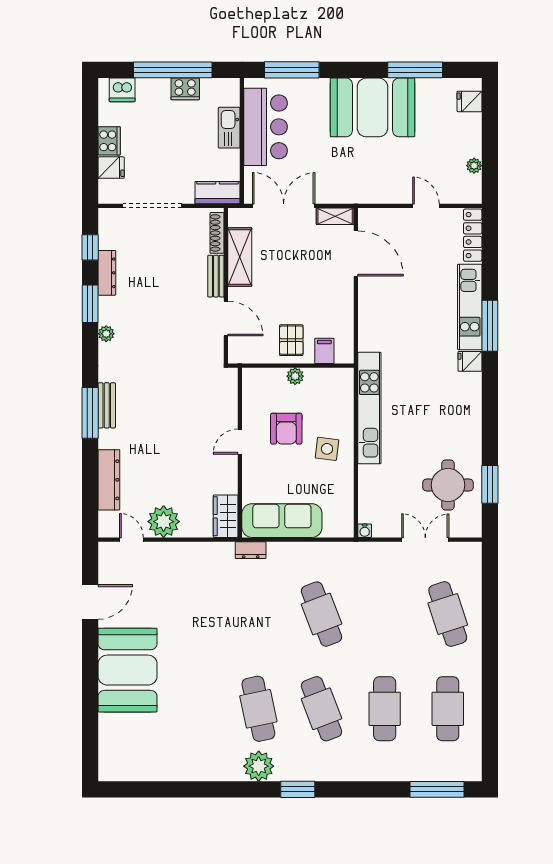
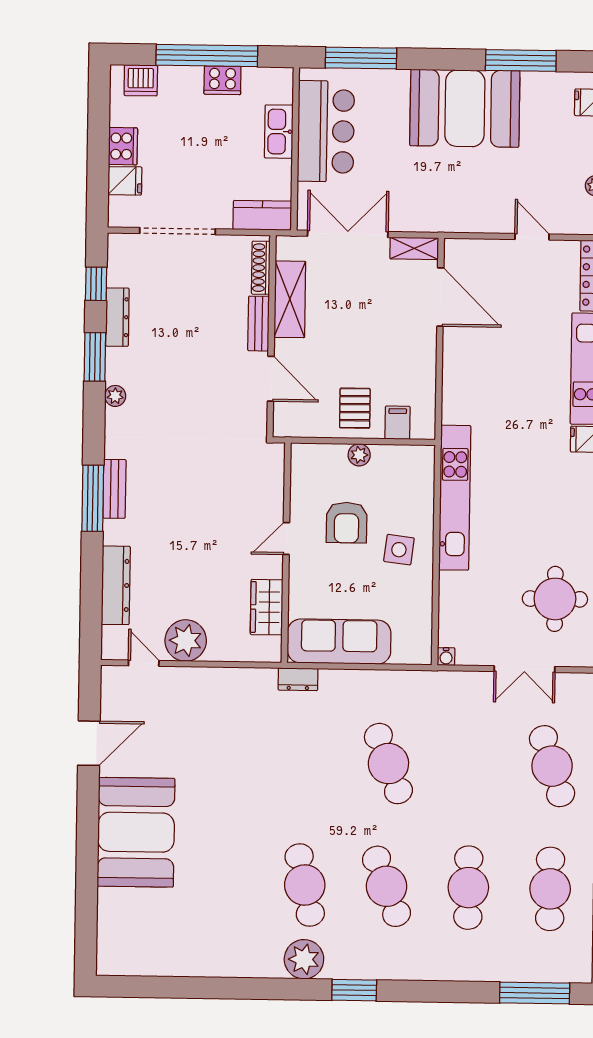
wardrobe: (226, 516) -> (267, 607), moved
double door: (425, 540) -> (524, 669), swing flipped

